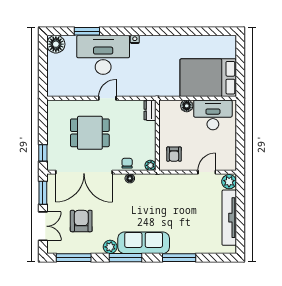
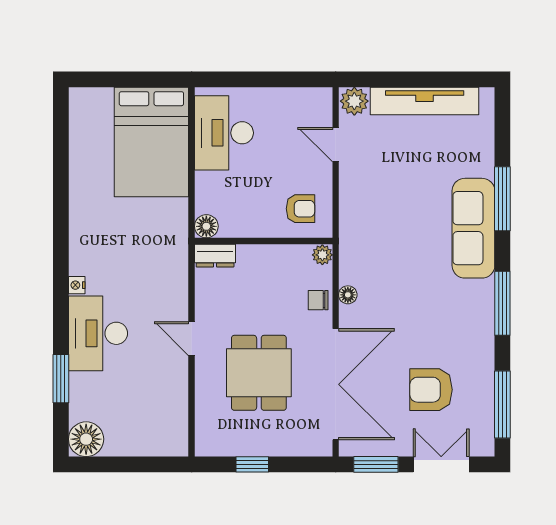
desk: (103, 55) -> (98, 333), width x0.73, depth x0.77
floor lamp: (187, 106) -> (206, 226), moved
window: (43, 153) -> (252, 464), moved
sofa: (144, 243) -> (473, 228), moved
plant: (110, 247) -> (481, 333), removed

